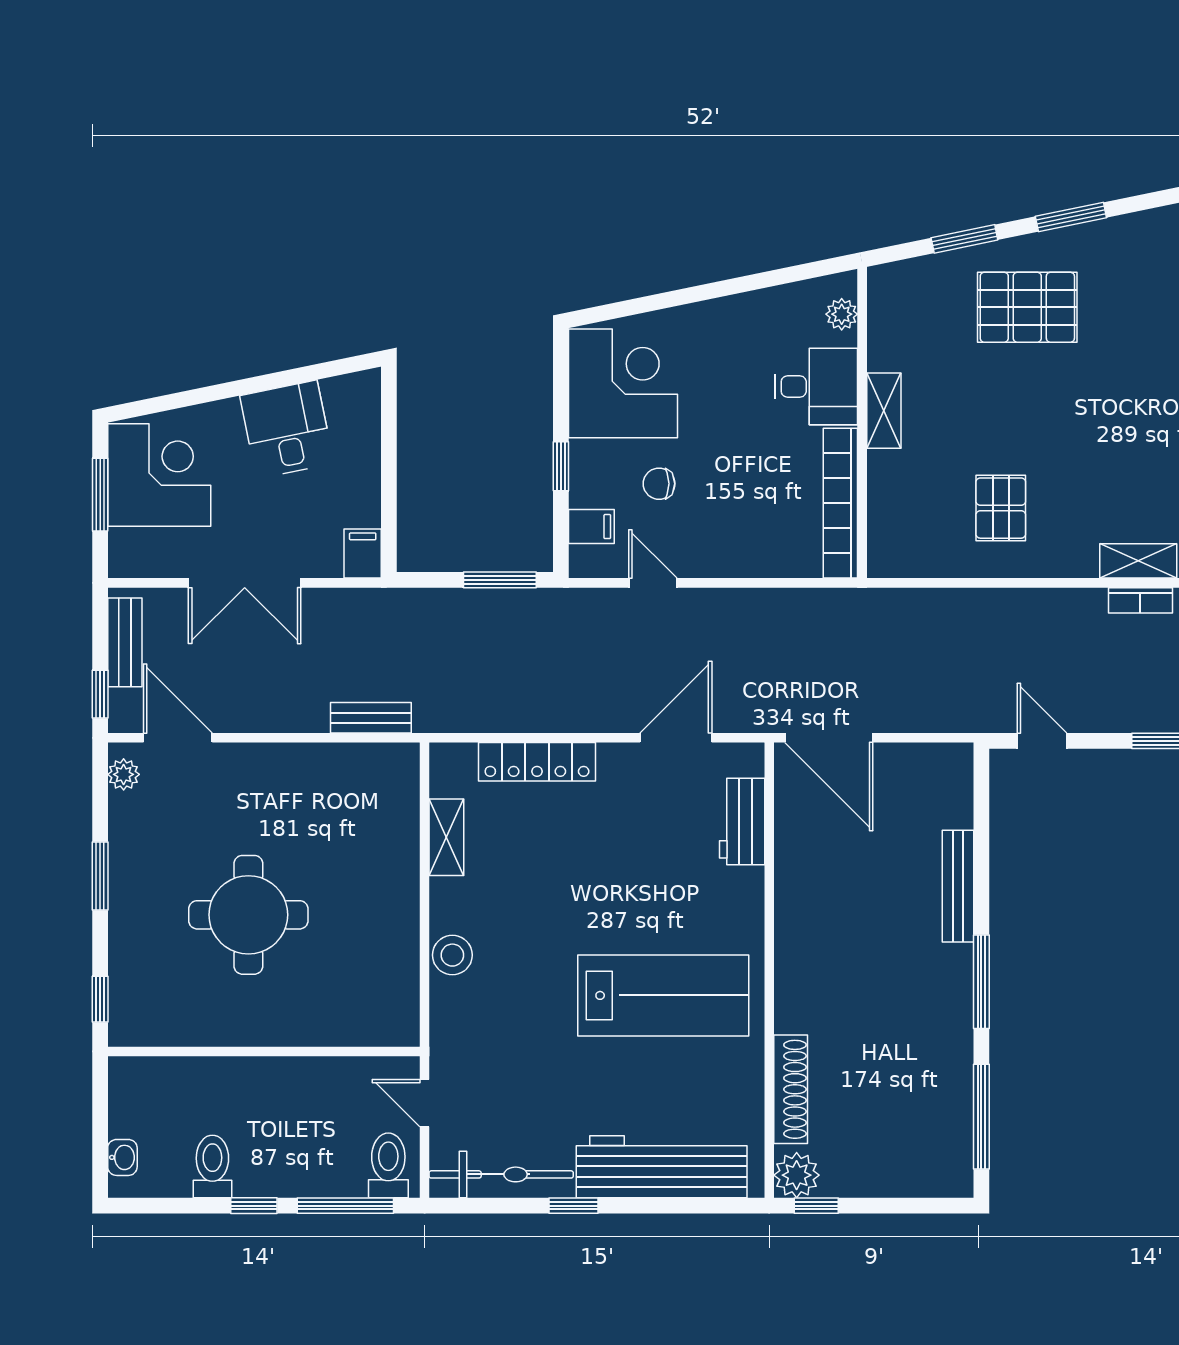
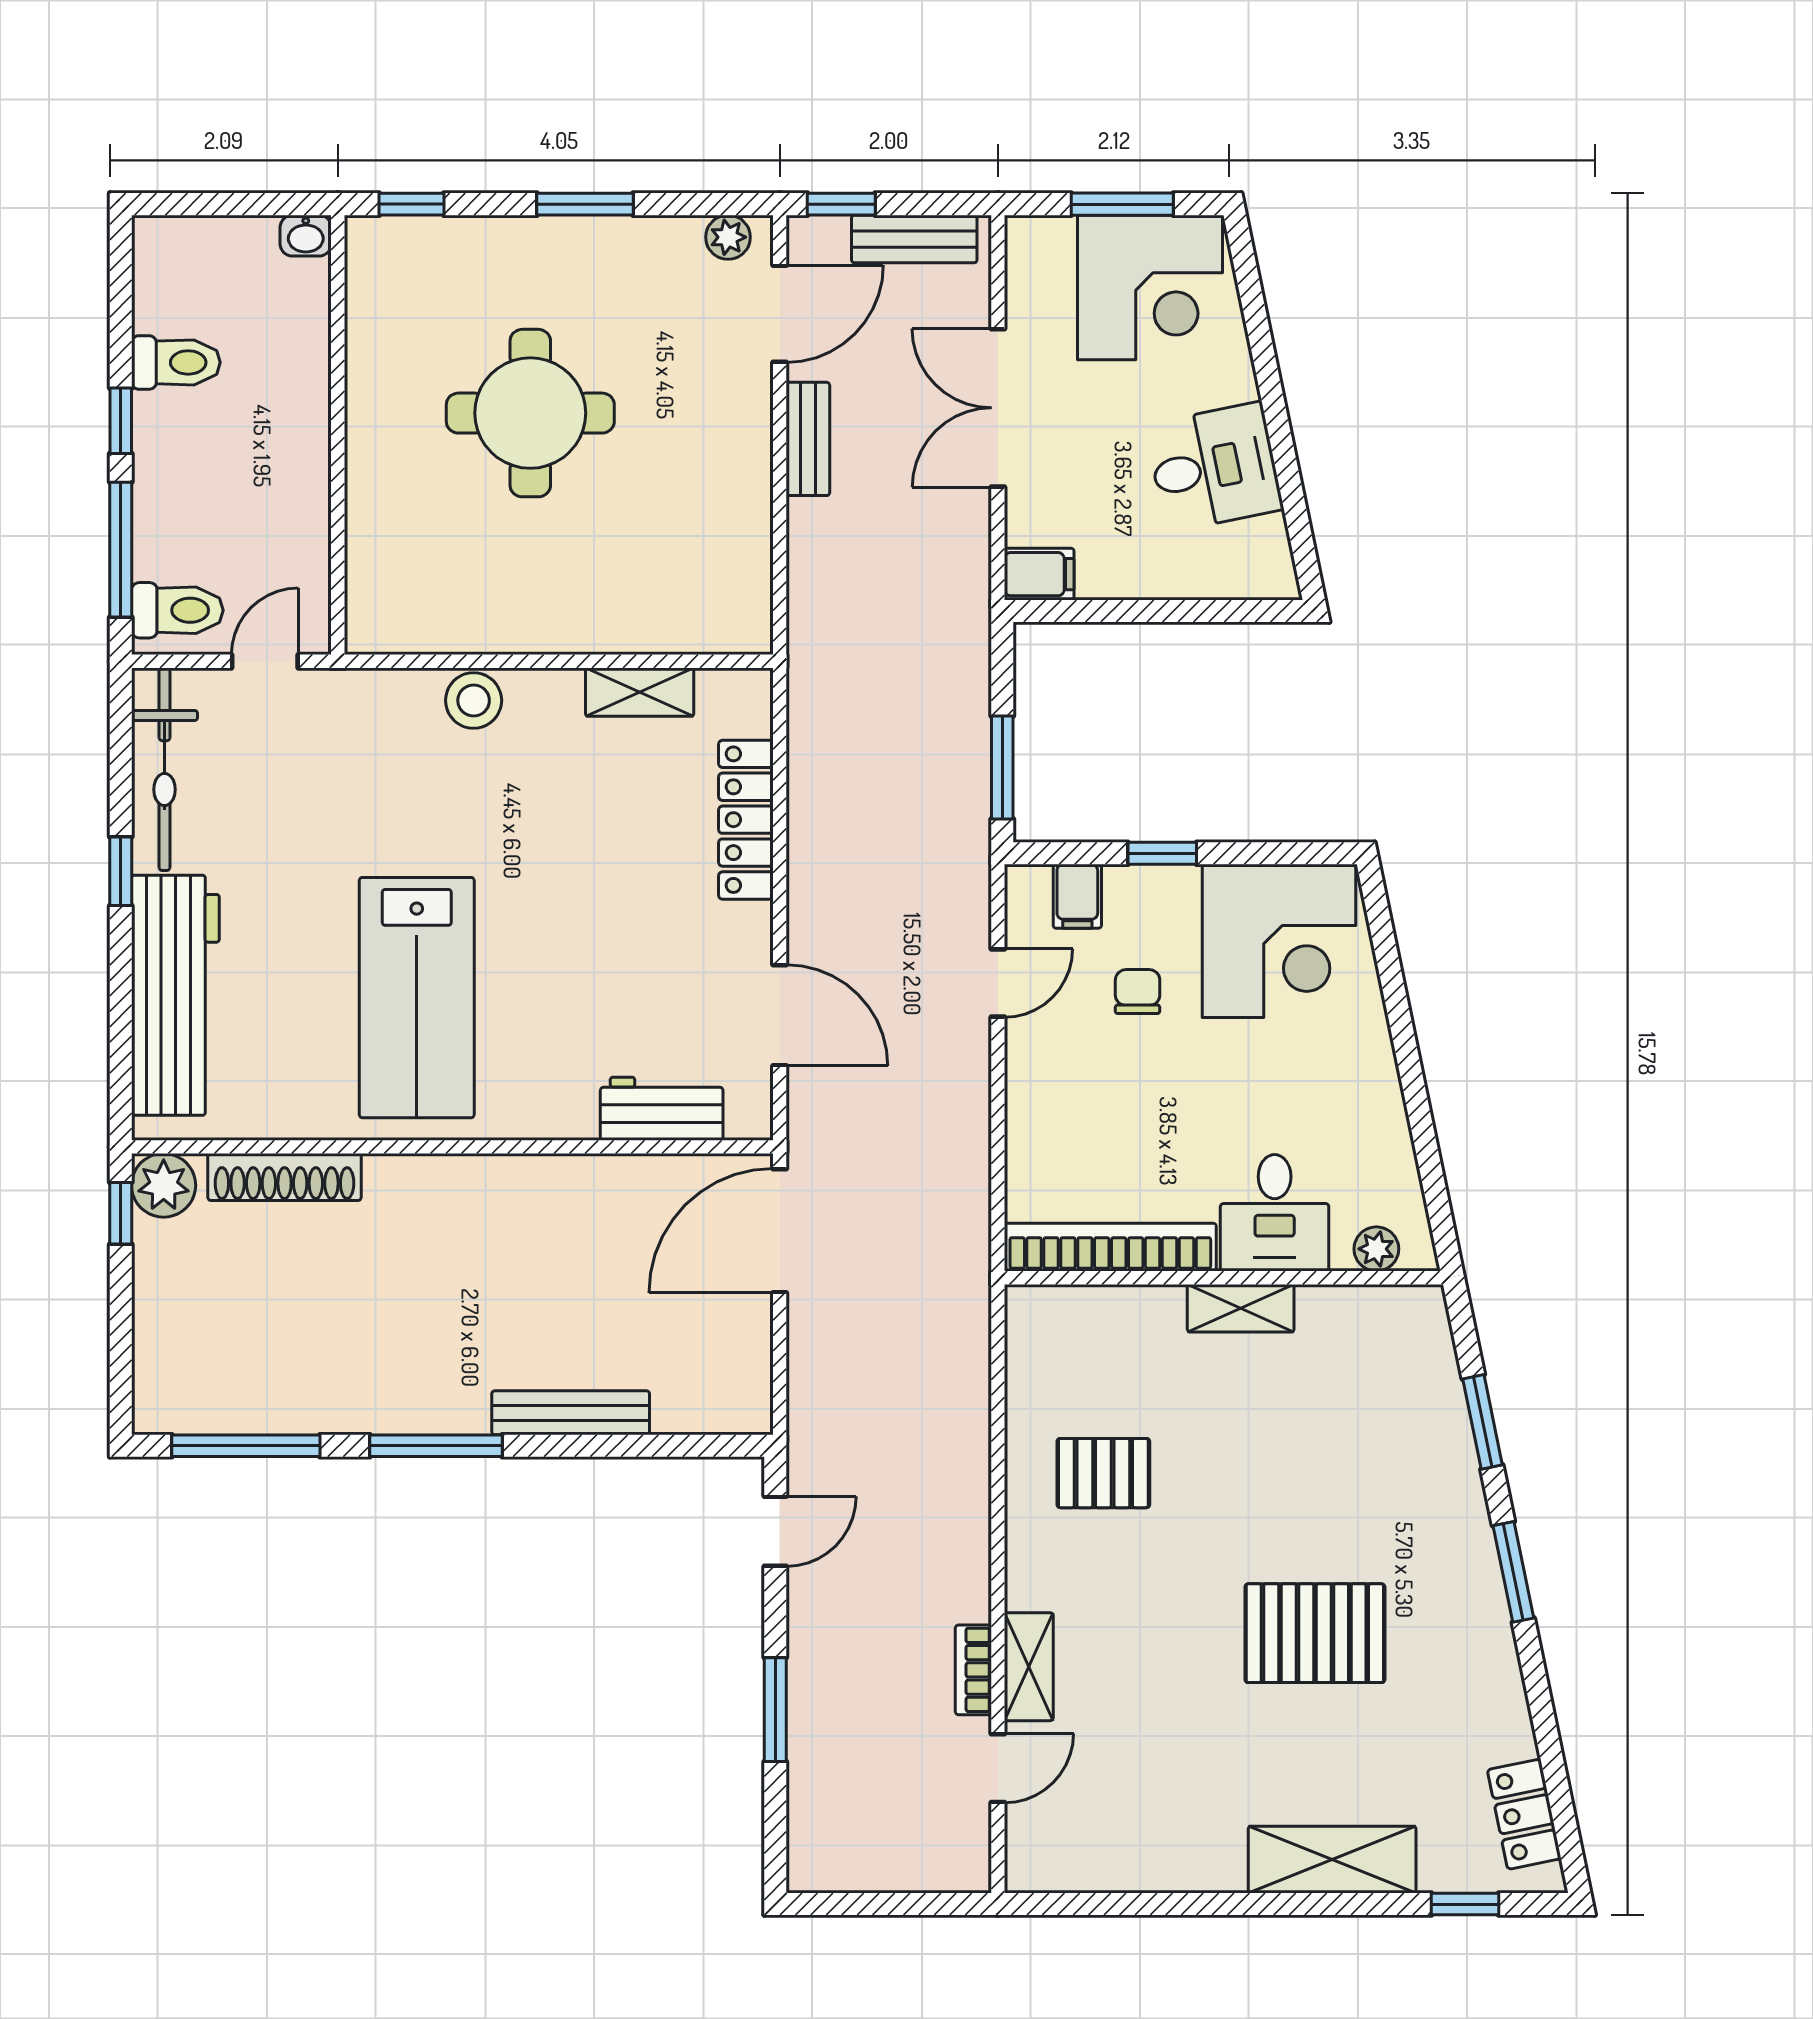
pallet: (1027, 307) -> (1315, 1633), moved, turned 90
bench: (371, 718) -> (808, 439), moved
washbasin: (122, 1157) -> (306, 236), moved

